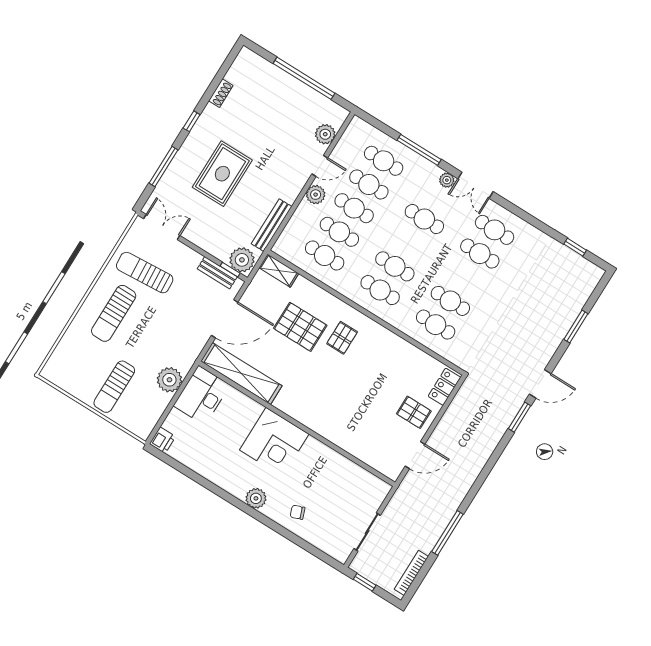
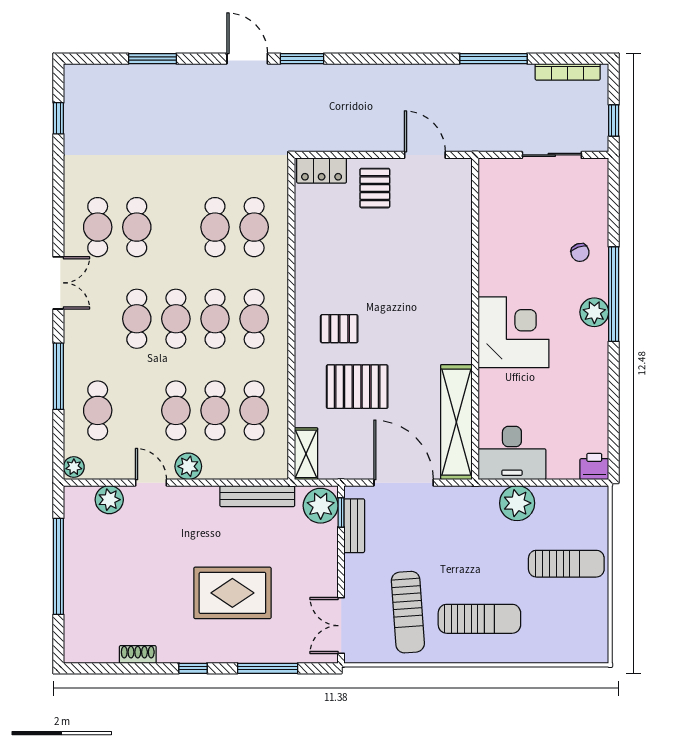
plant: (447, 180) -> (74, 467), moved
cafe table: (369, 184) -> (176, 319), moved
pallet: (300, 327) -> (357, 387), turned 90
window: (260, 517) -> (614, 294), added

